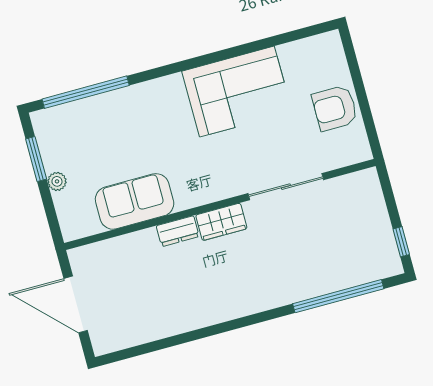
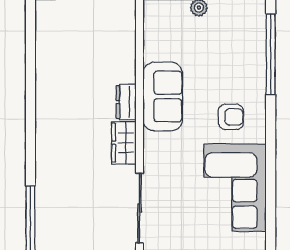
armchair: (163, 116) -> (231, 117), added
sofa: (135, 201) -> (163, 96), moved

